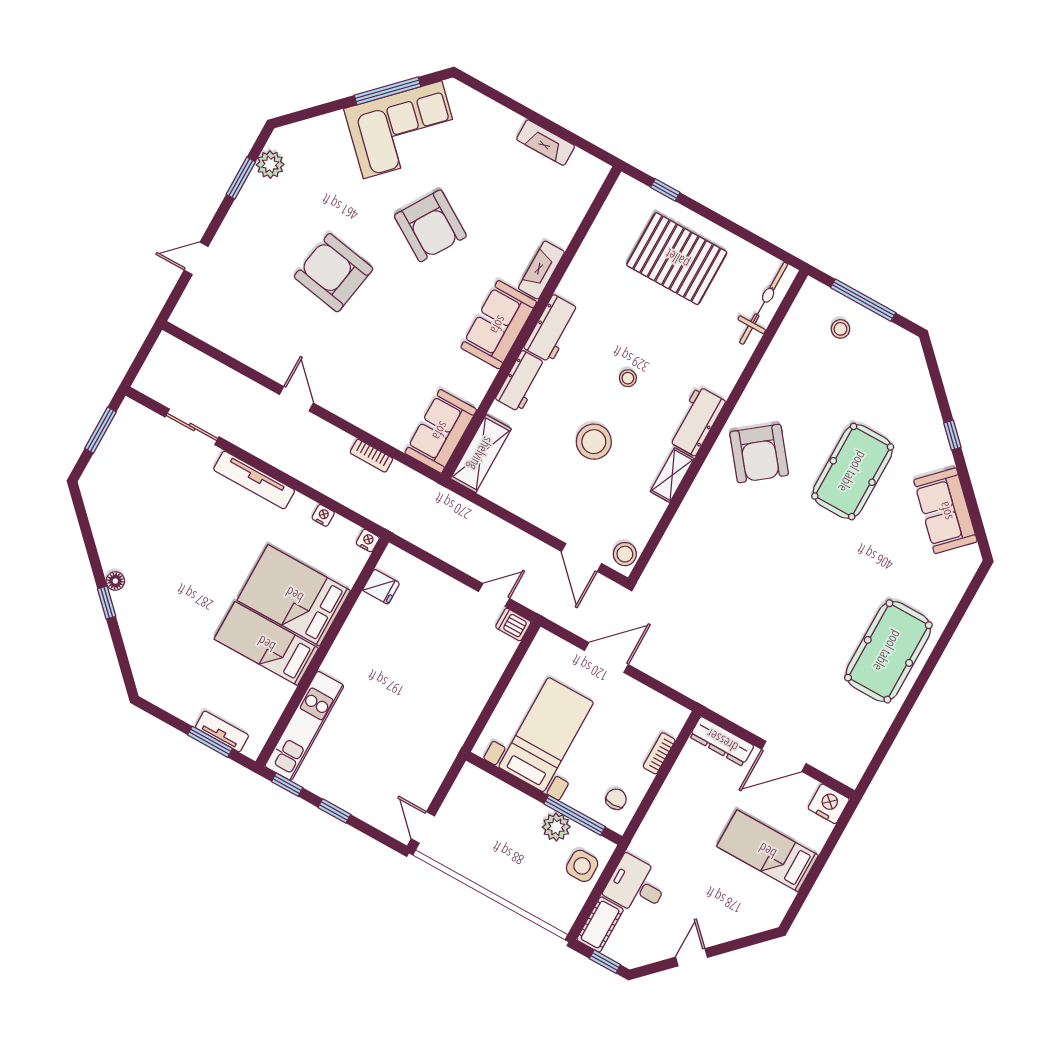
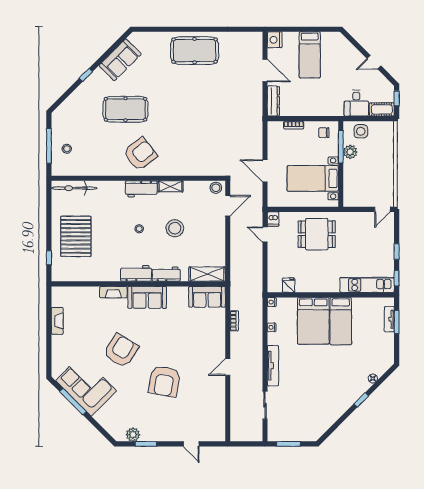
floor lamp: (115, 581) -> (373, 378), moved
dining table: (444, 687) -> (317, 234), added

